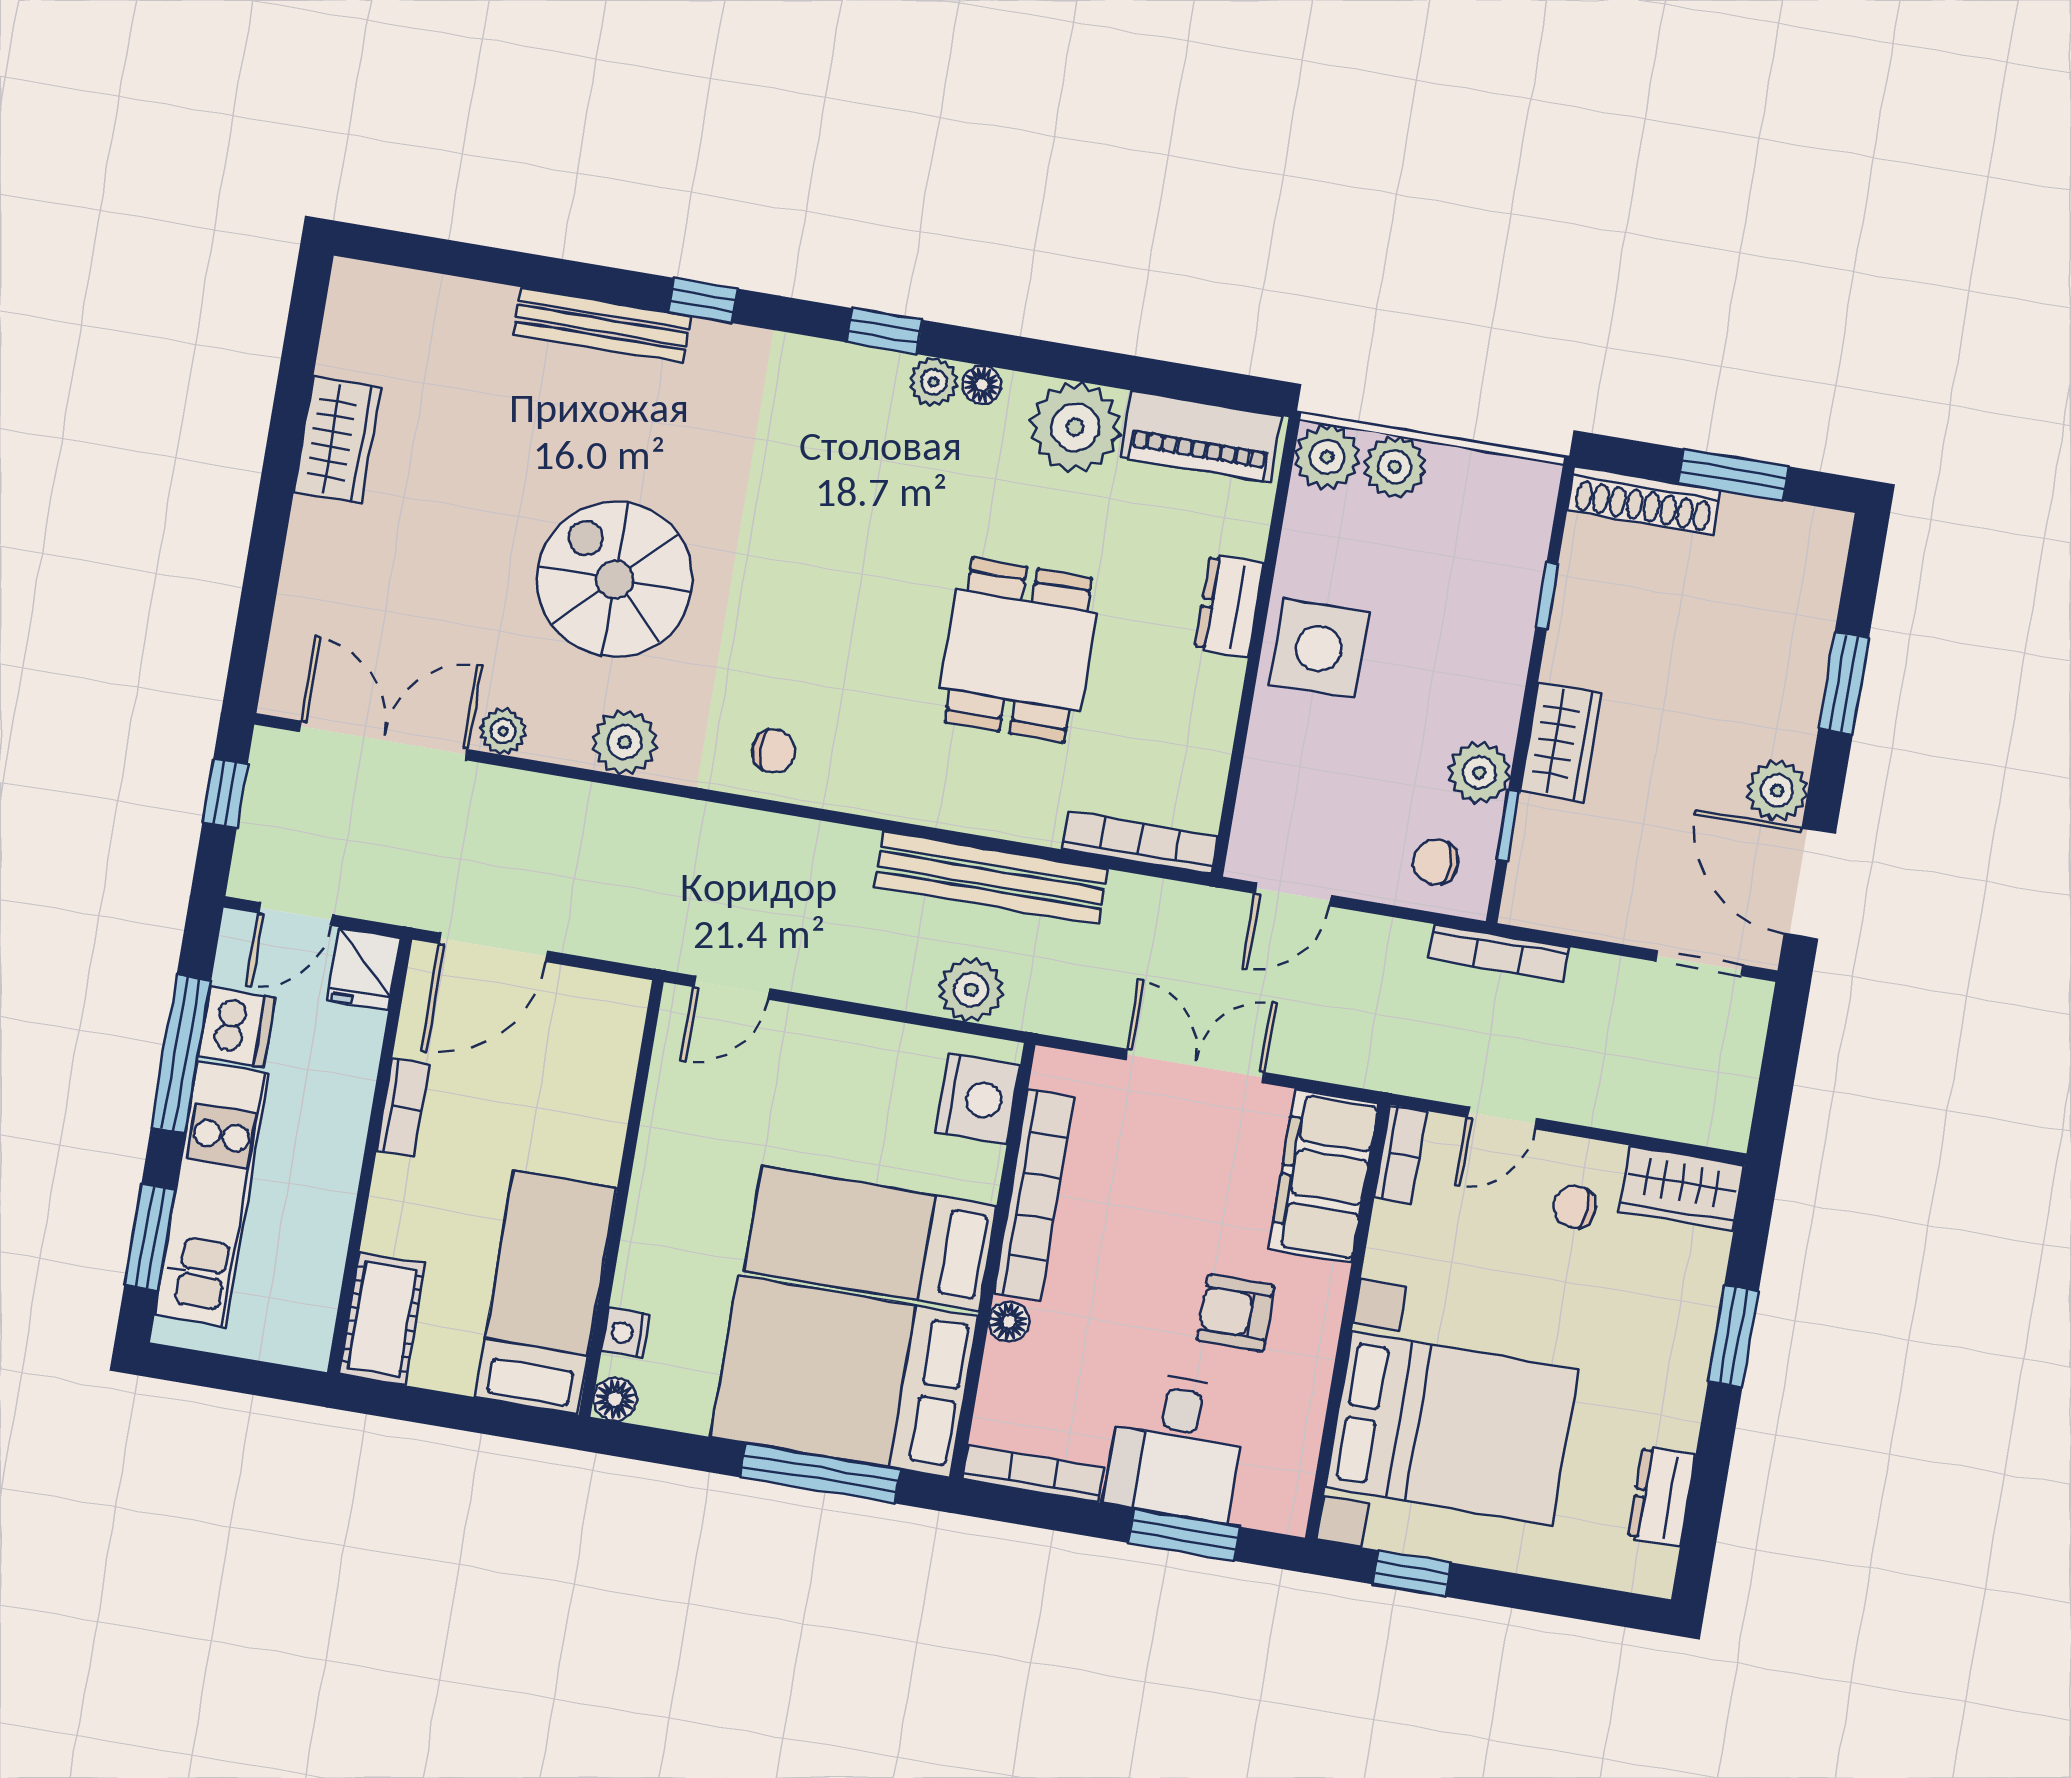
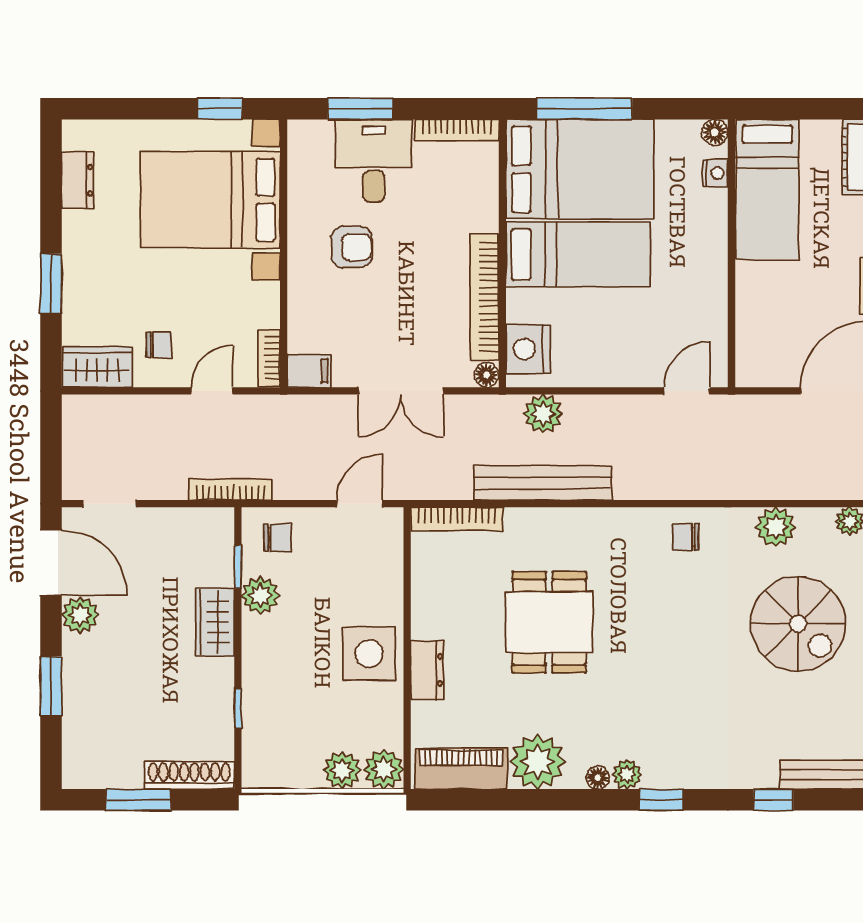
filing cabinet: (1323, 1176) -> (309, 371), width x0.33, depth x0.86
floor lamp: (1009, 1322) -> (487, 375), moved

